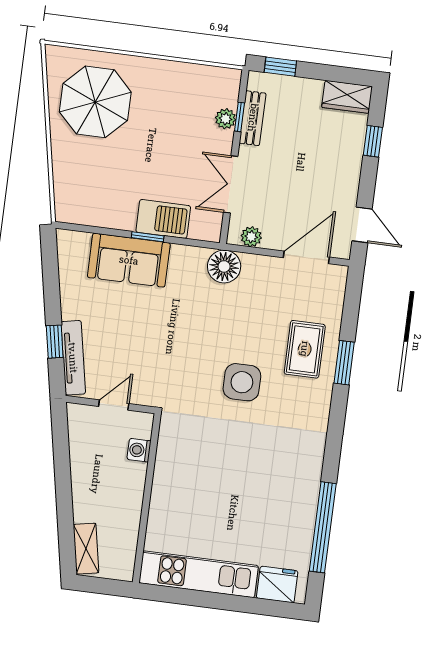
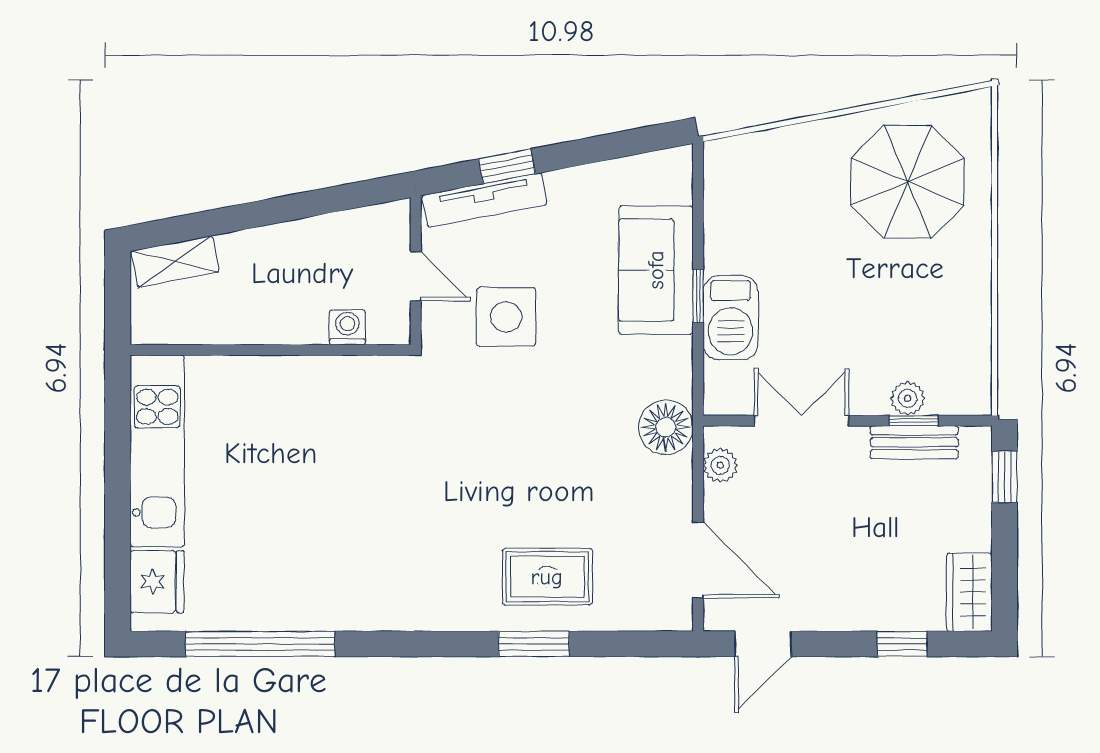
side table: (242, 382) -> (506, 317), moved

